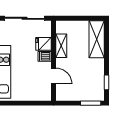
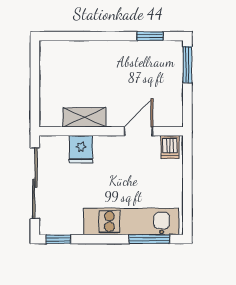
shelving: (97, 39) -> (73, 54), removed
dishwasher: (45, 56) -> (170, 147), moved

